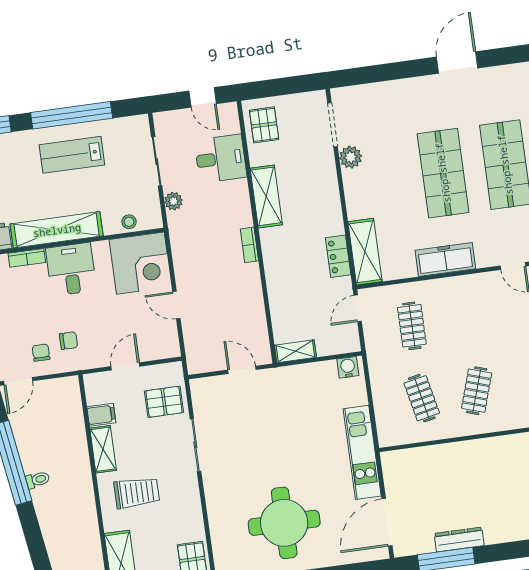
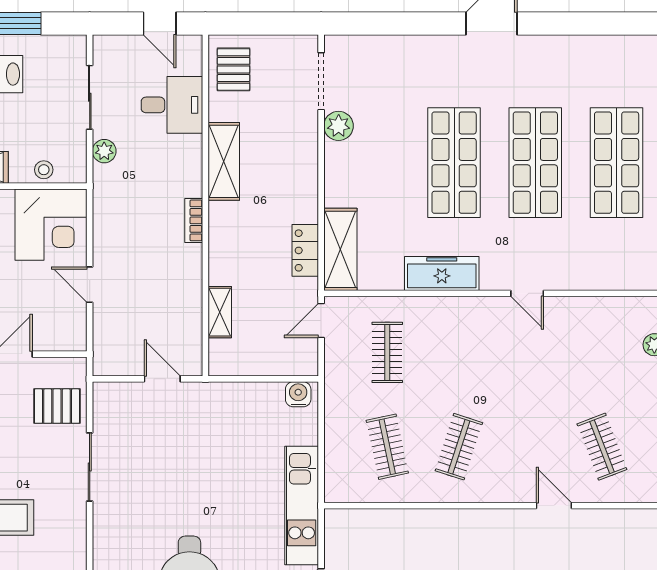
shelving: (295, 351) -> (220, 312), moved, turned 90

